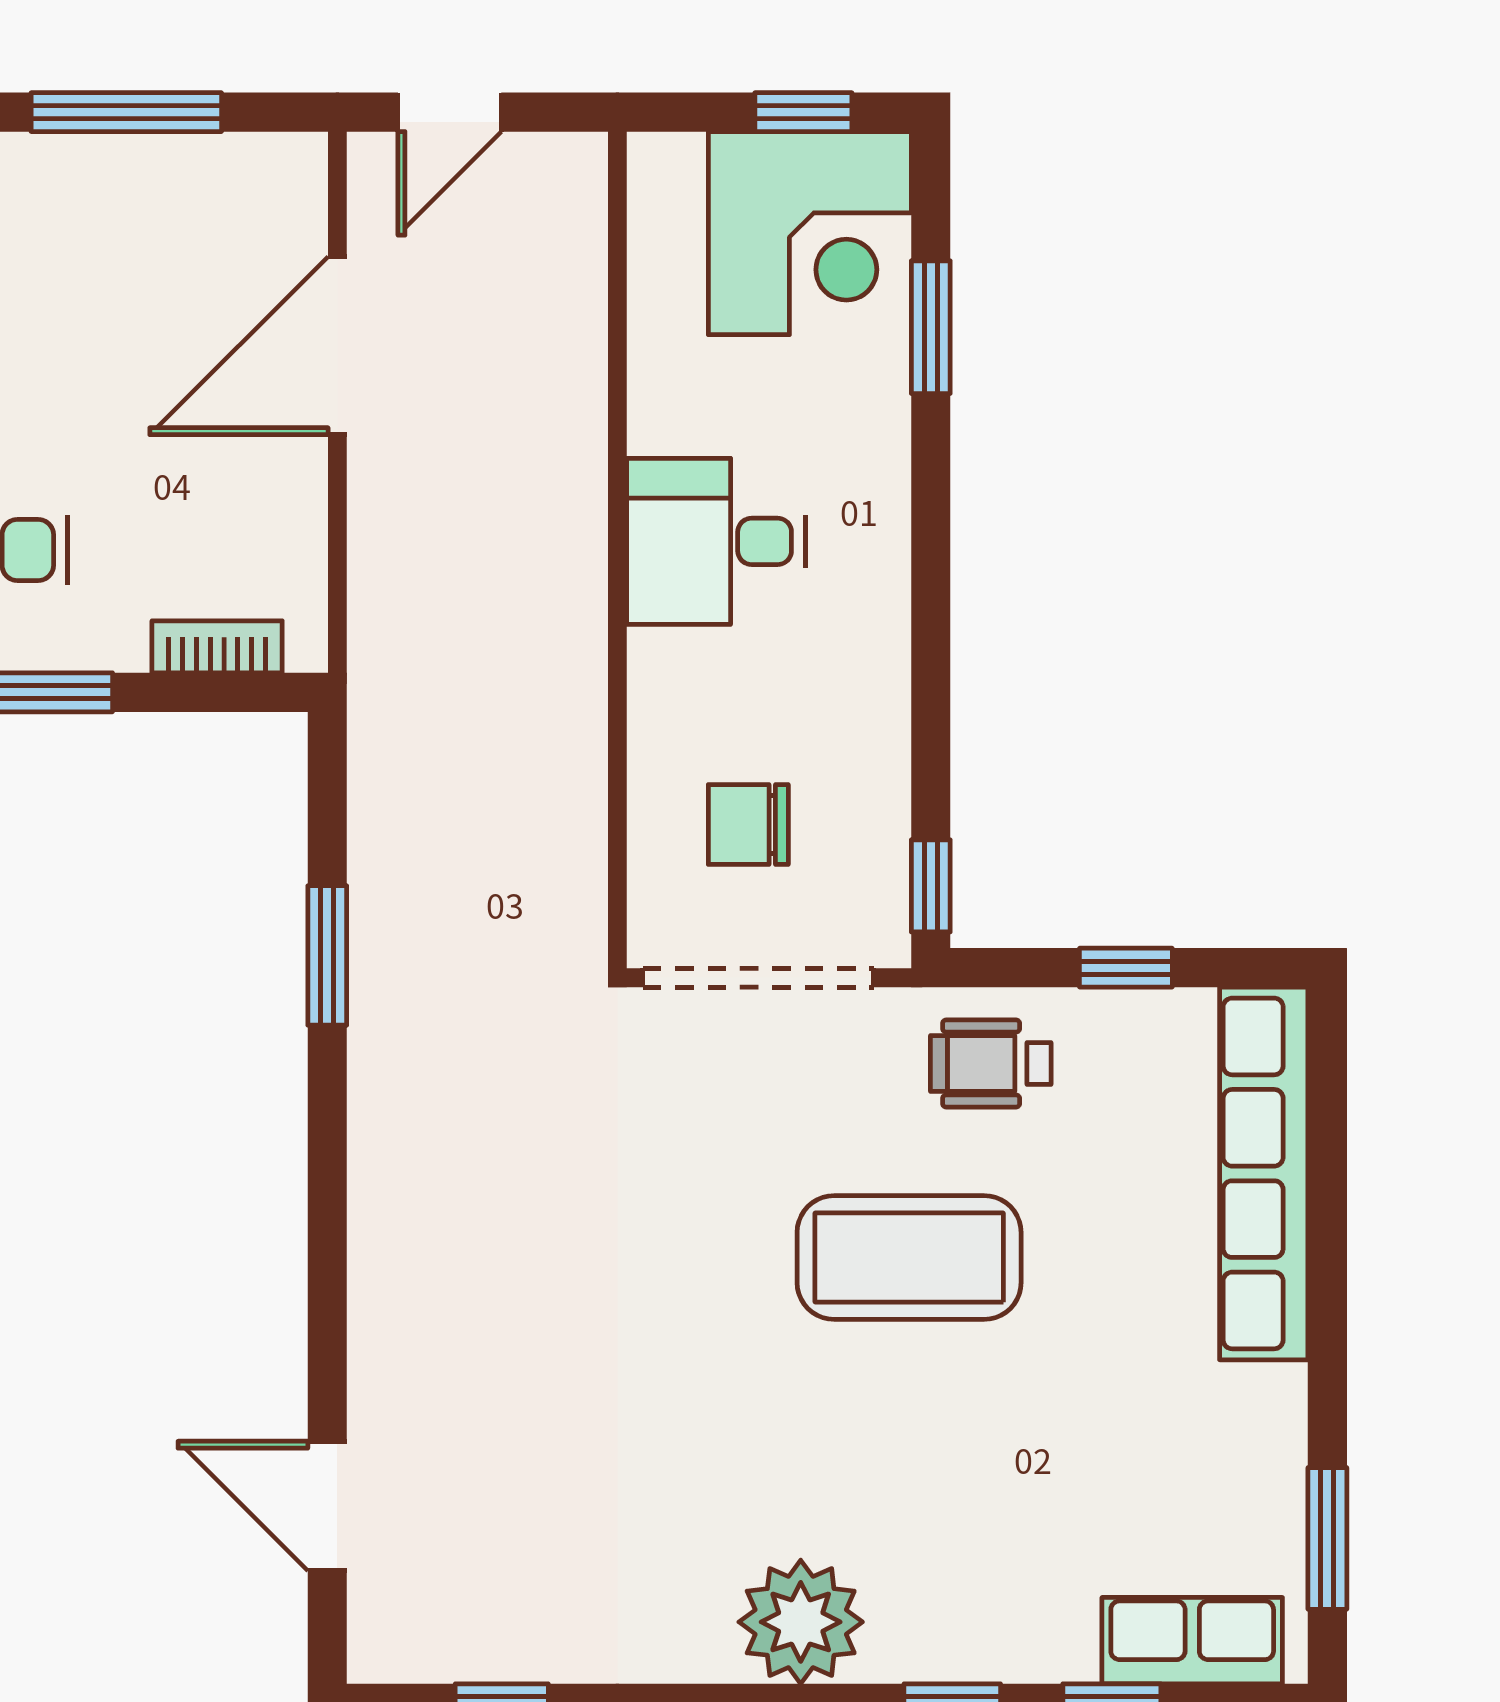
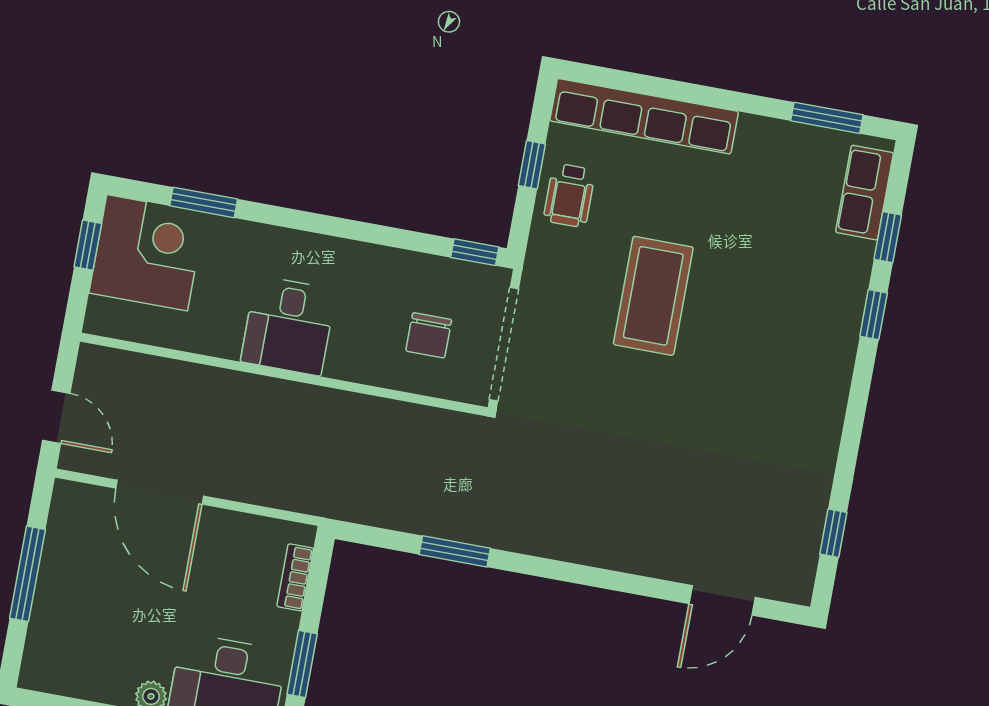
wheelchair: (991, 1063) -> (569, 195), moved
plant: (801, 1622) -> (821, 381), removed

